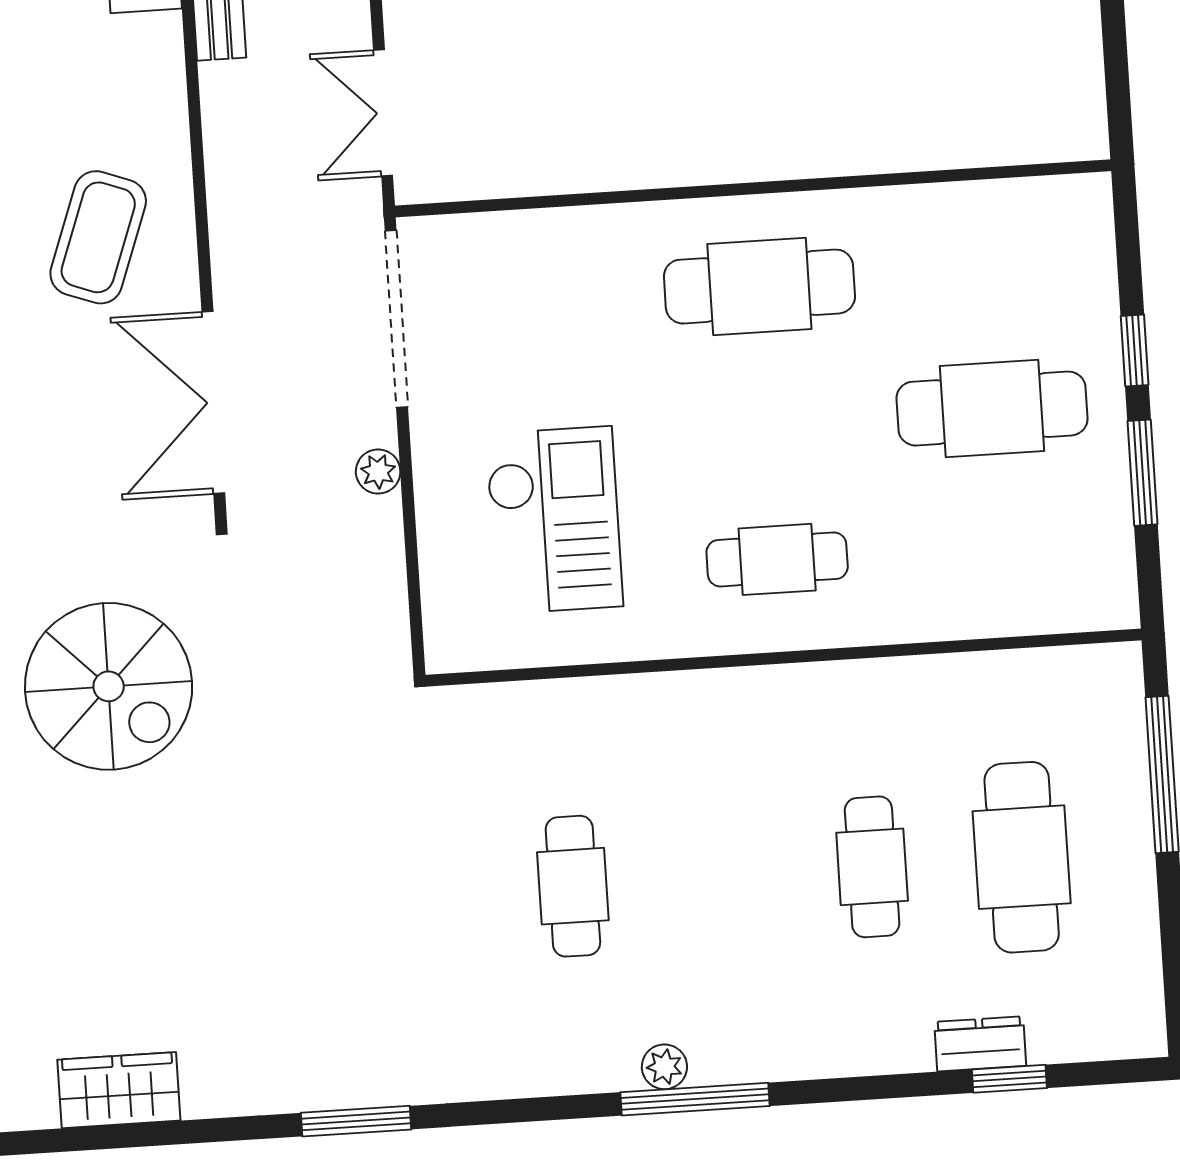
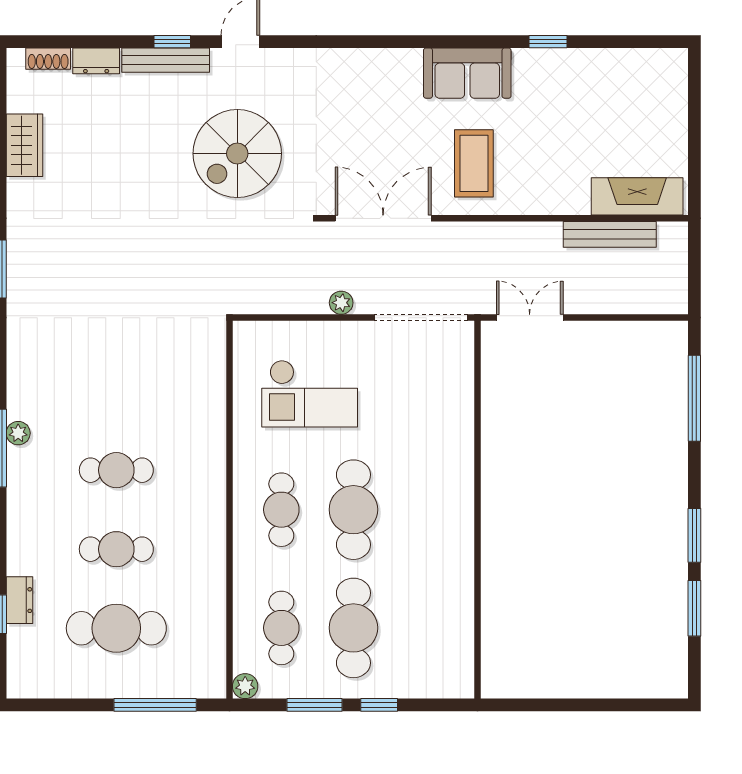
coffee table: (98, 237) -> (474, 163), turned 70
cafe table: (759, 287) -> (353, 510), moved
cafe table: (1001, 545) -> (281, 628), added
plant: (1115, 606) -> (245, 686), added
cafe table: (573, 886) -> (116, 470), moved

